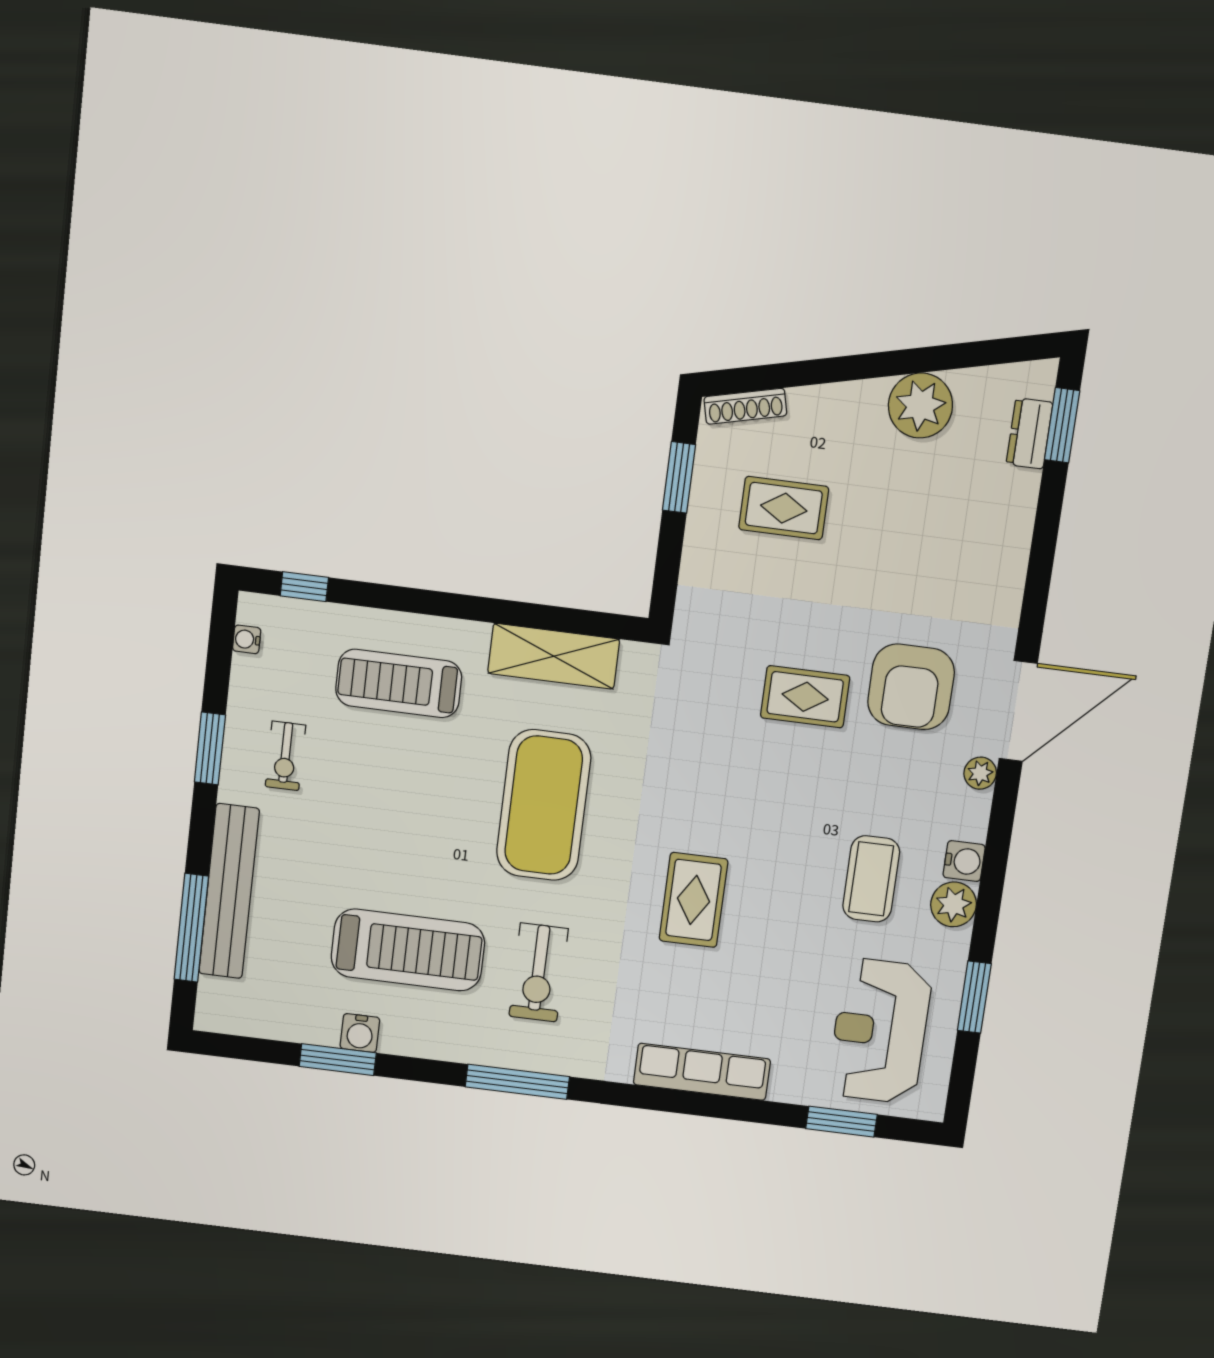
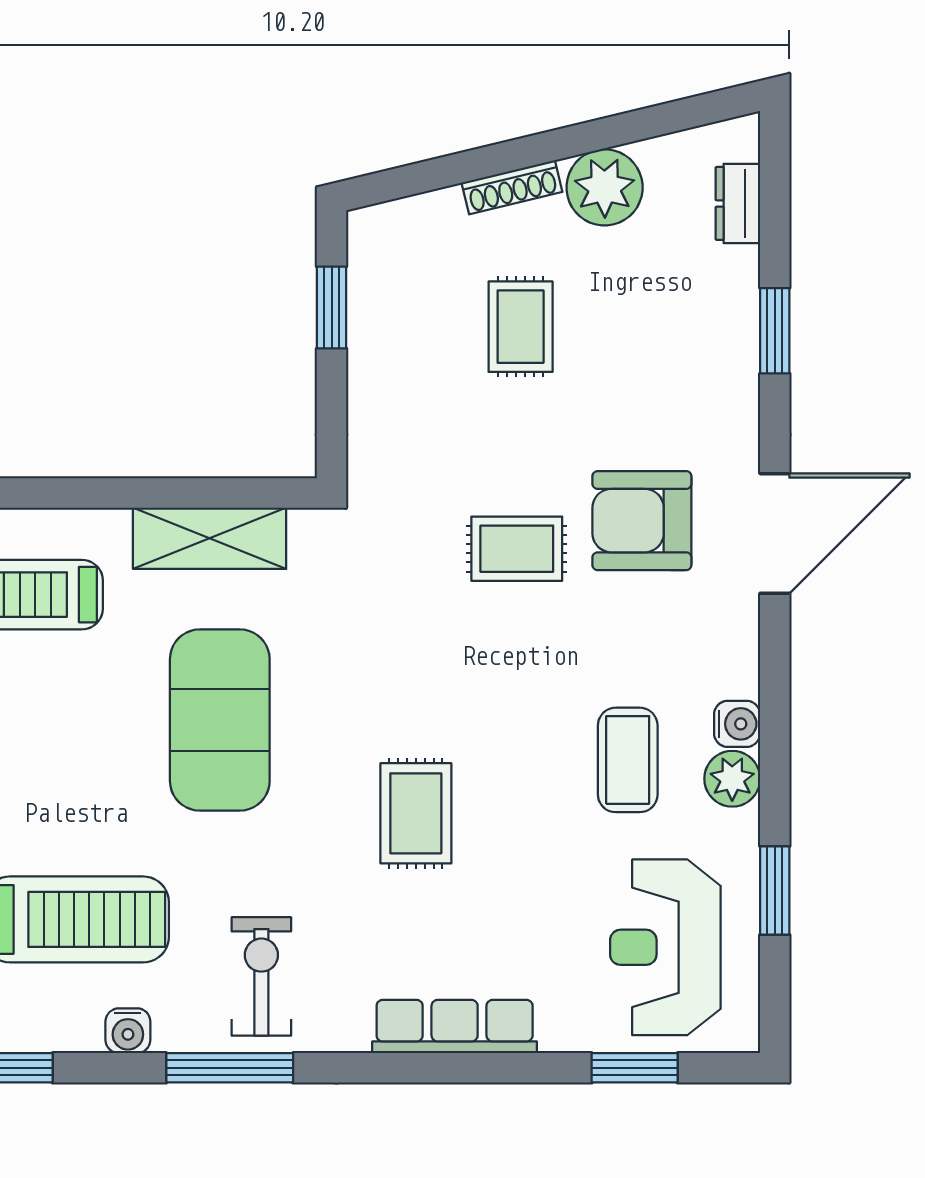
shoe rack: (745, 406) -> (512, 187), moved
window: (1062, 425) -> (775, 331), moved
rug: (784, 508) -> (521, 327), moved, turned 90
armchair: (911, 687) -> (642, 521), turned 90
plant: (980, 773) -> (740, 614), removed
exercise bike: (539, 972) -> (261, 976), moved, turned 180
water cooler: (360, 1033) -> (128, 1031), moved

